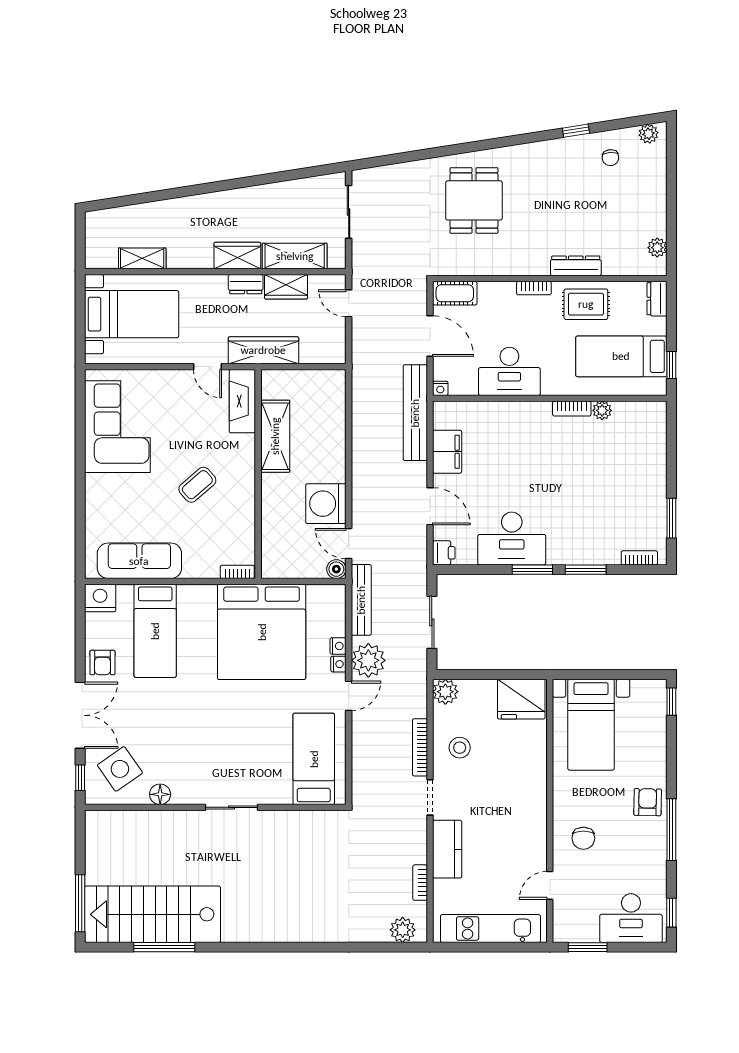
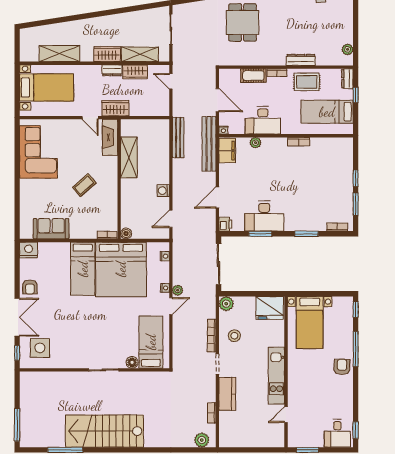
shelving: (142, 258) -> (59, 54), width x1.50, depth x1.33
cot: (455, 293) -> (253, 76), moved
wardrobe: (263, 350) -> (115, 108), width x0.67
window: (671, 365) -> (356, 95), moved
plant: (602, 410) -> (255, 143), moved
filing cabinet: (447, 452) -> (227, 151), moved
window: (671, 473) -> (356, 178), added
washing machine: (326, 504) -> (163, 191), width x0.53, depth x0.53
door: (430, 506) -> (217, 197), swing flipped
door: (349, 544) -> (171, 219), hinge flipped
sofa: (139, 561) -> (51, 229), width x0.73
boiler: (336, 569) -> (126, 234), moved
window: (532, 570) -> (260, 234), moved
bench: (361, 600) -> (178, 138), moved
sliding door: (432, 622) -> (218, 264), width x1.37
bed: (155, 631) -> (83, 269), moved
nightstand: (338, 646) -> (165, 256), moved
plant: (368, 660) -> (178, 290), width x0.53, depth x0.53
side table: (120, 769) -> (40, 348), turned 35
floor lamp: (160, 794) -> (132, 362), moved
window: (671, 830) -> (356, 349), moved
chair: (583, 838) -> (305, 388), removed
stairs: (153, 914) -> (104, 431), moved
desk: (631, 918) -> (337, 433), width x0.73
kitchen unit: (490, 929) -> (276, 376), moved, turned -90

